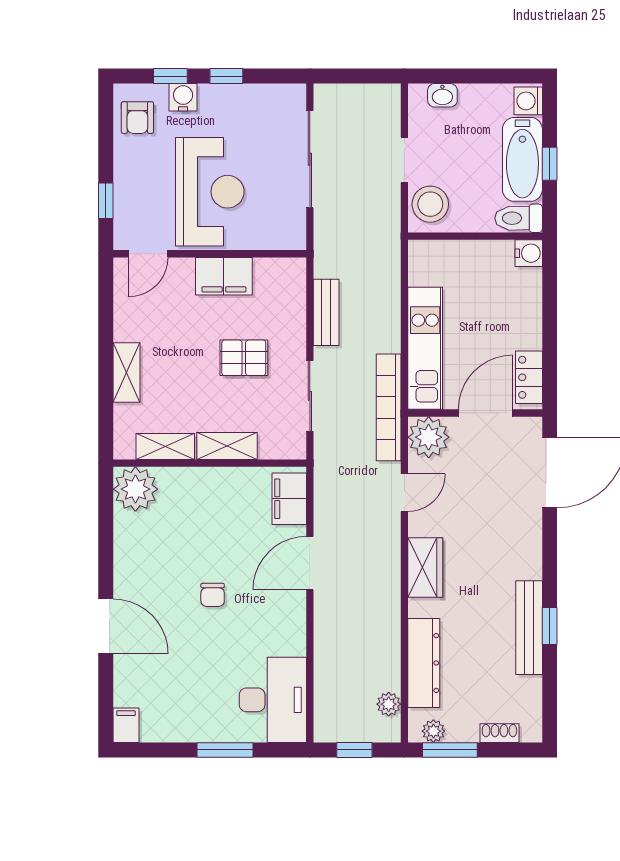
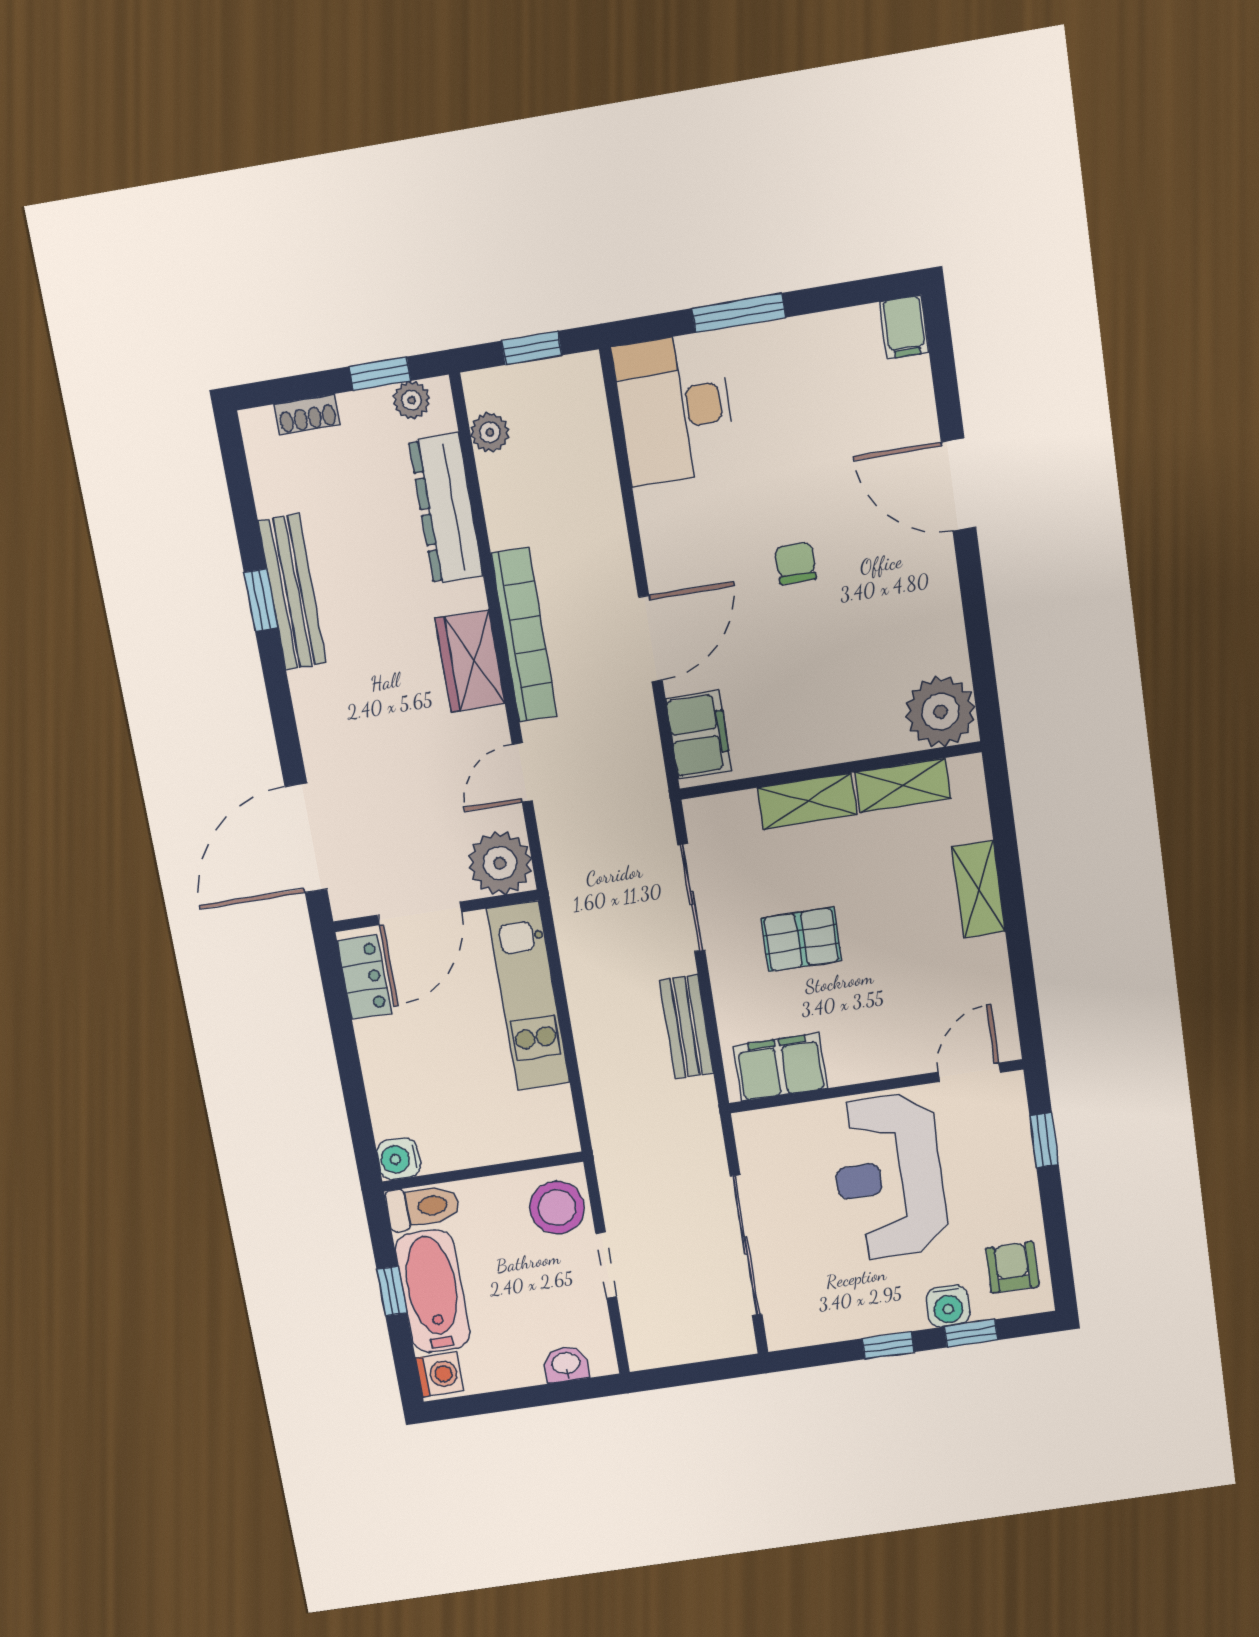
filing cabinet: (224, 276) -> (780, 1067), moved
bookcase: (389, 407) -> (524, 635), moved
window: (450, 750) -> (380, 374), width x0.67

